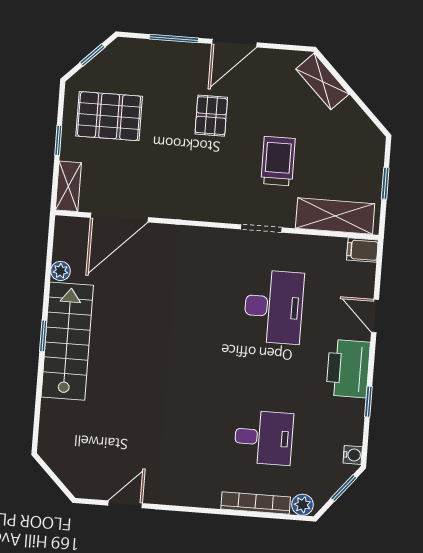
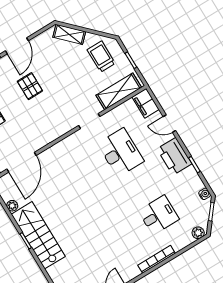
trolley: (278, 161) -> (101, 57), moved
filing cabinet: (362, 250) -> (146, 103), width x2.00
bookcase: (256, 503) -> (157, 259), moved

